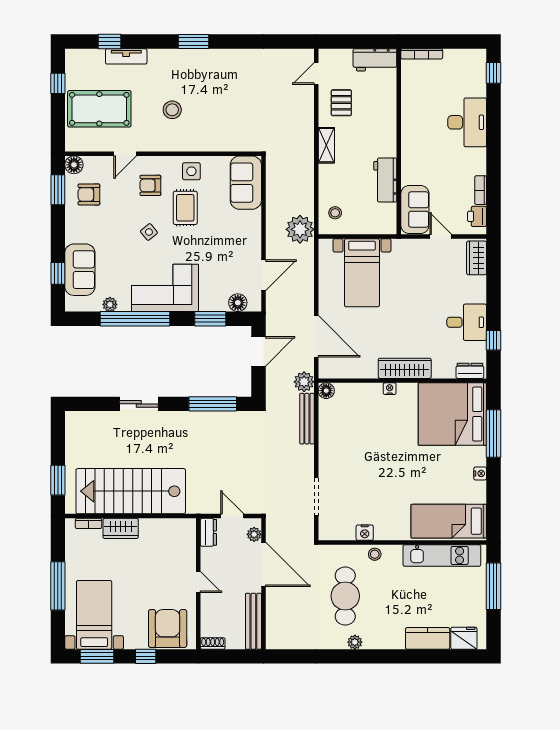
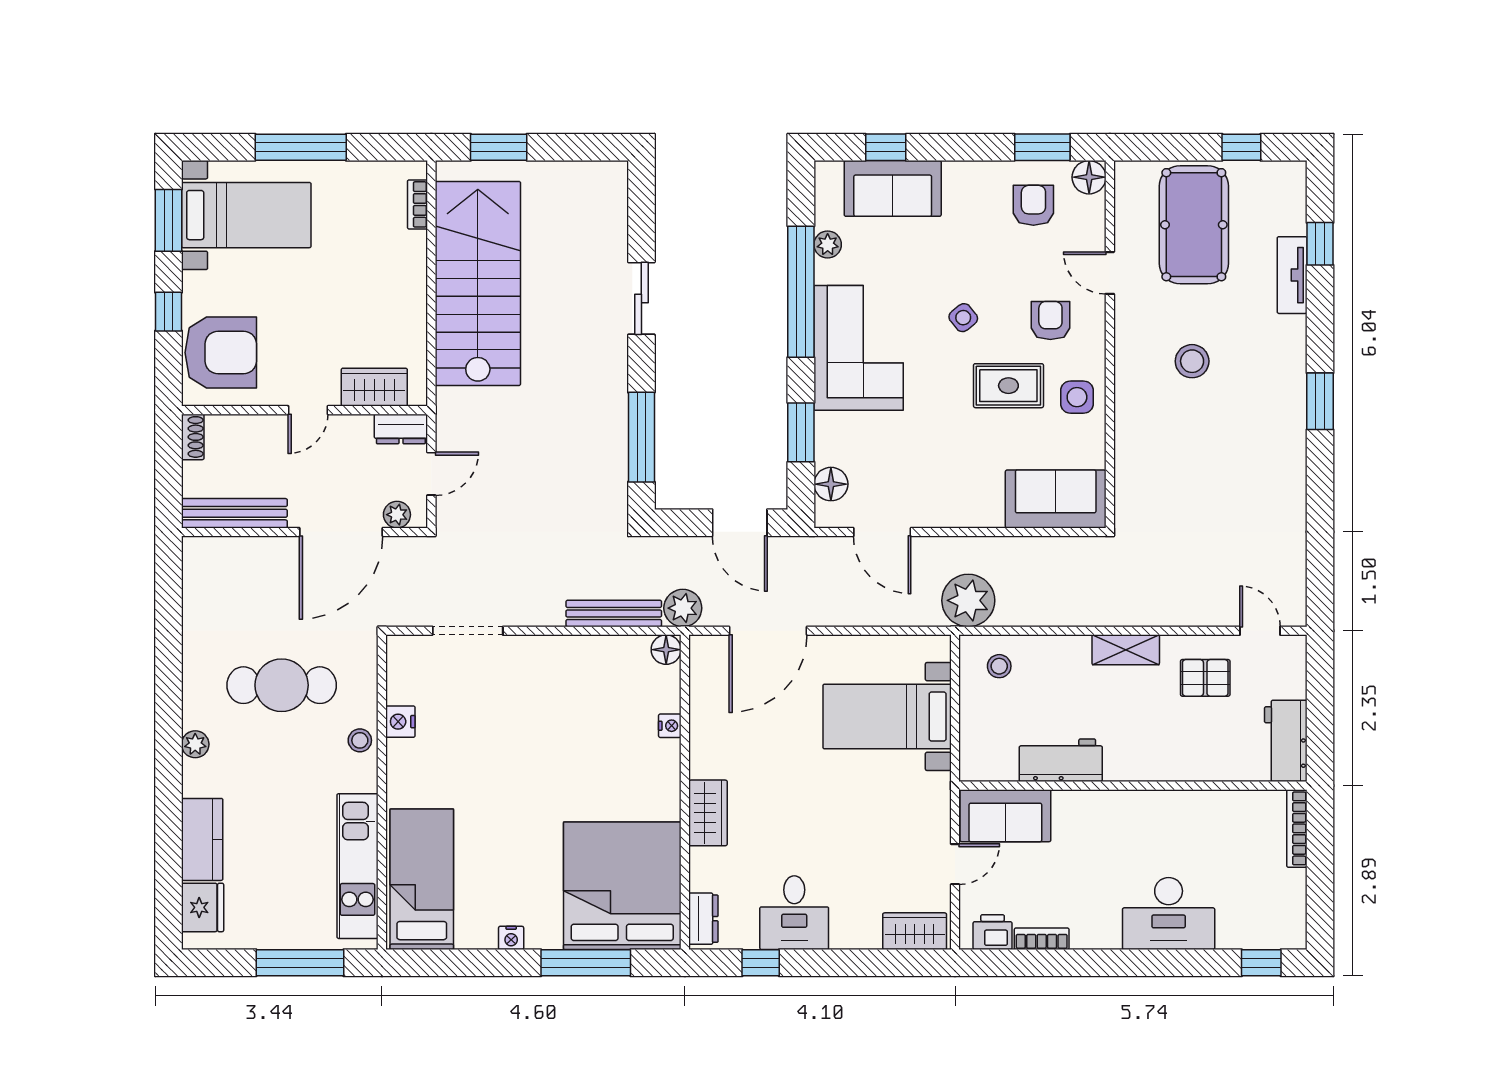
wardrobe: (405, 368) -> (708, 813), width x0.67
nightstand: (390, 389) -> (670, 726), moved
wardrobe: (121, 528) -> (374, 387), moved, turned 90
plant: (355, 642) -> (195, 744), moved

